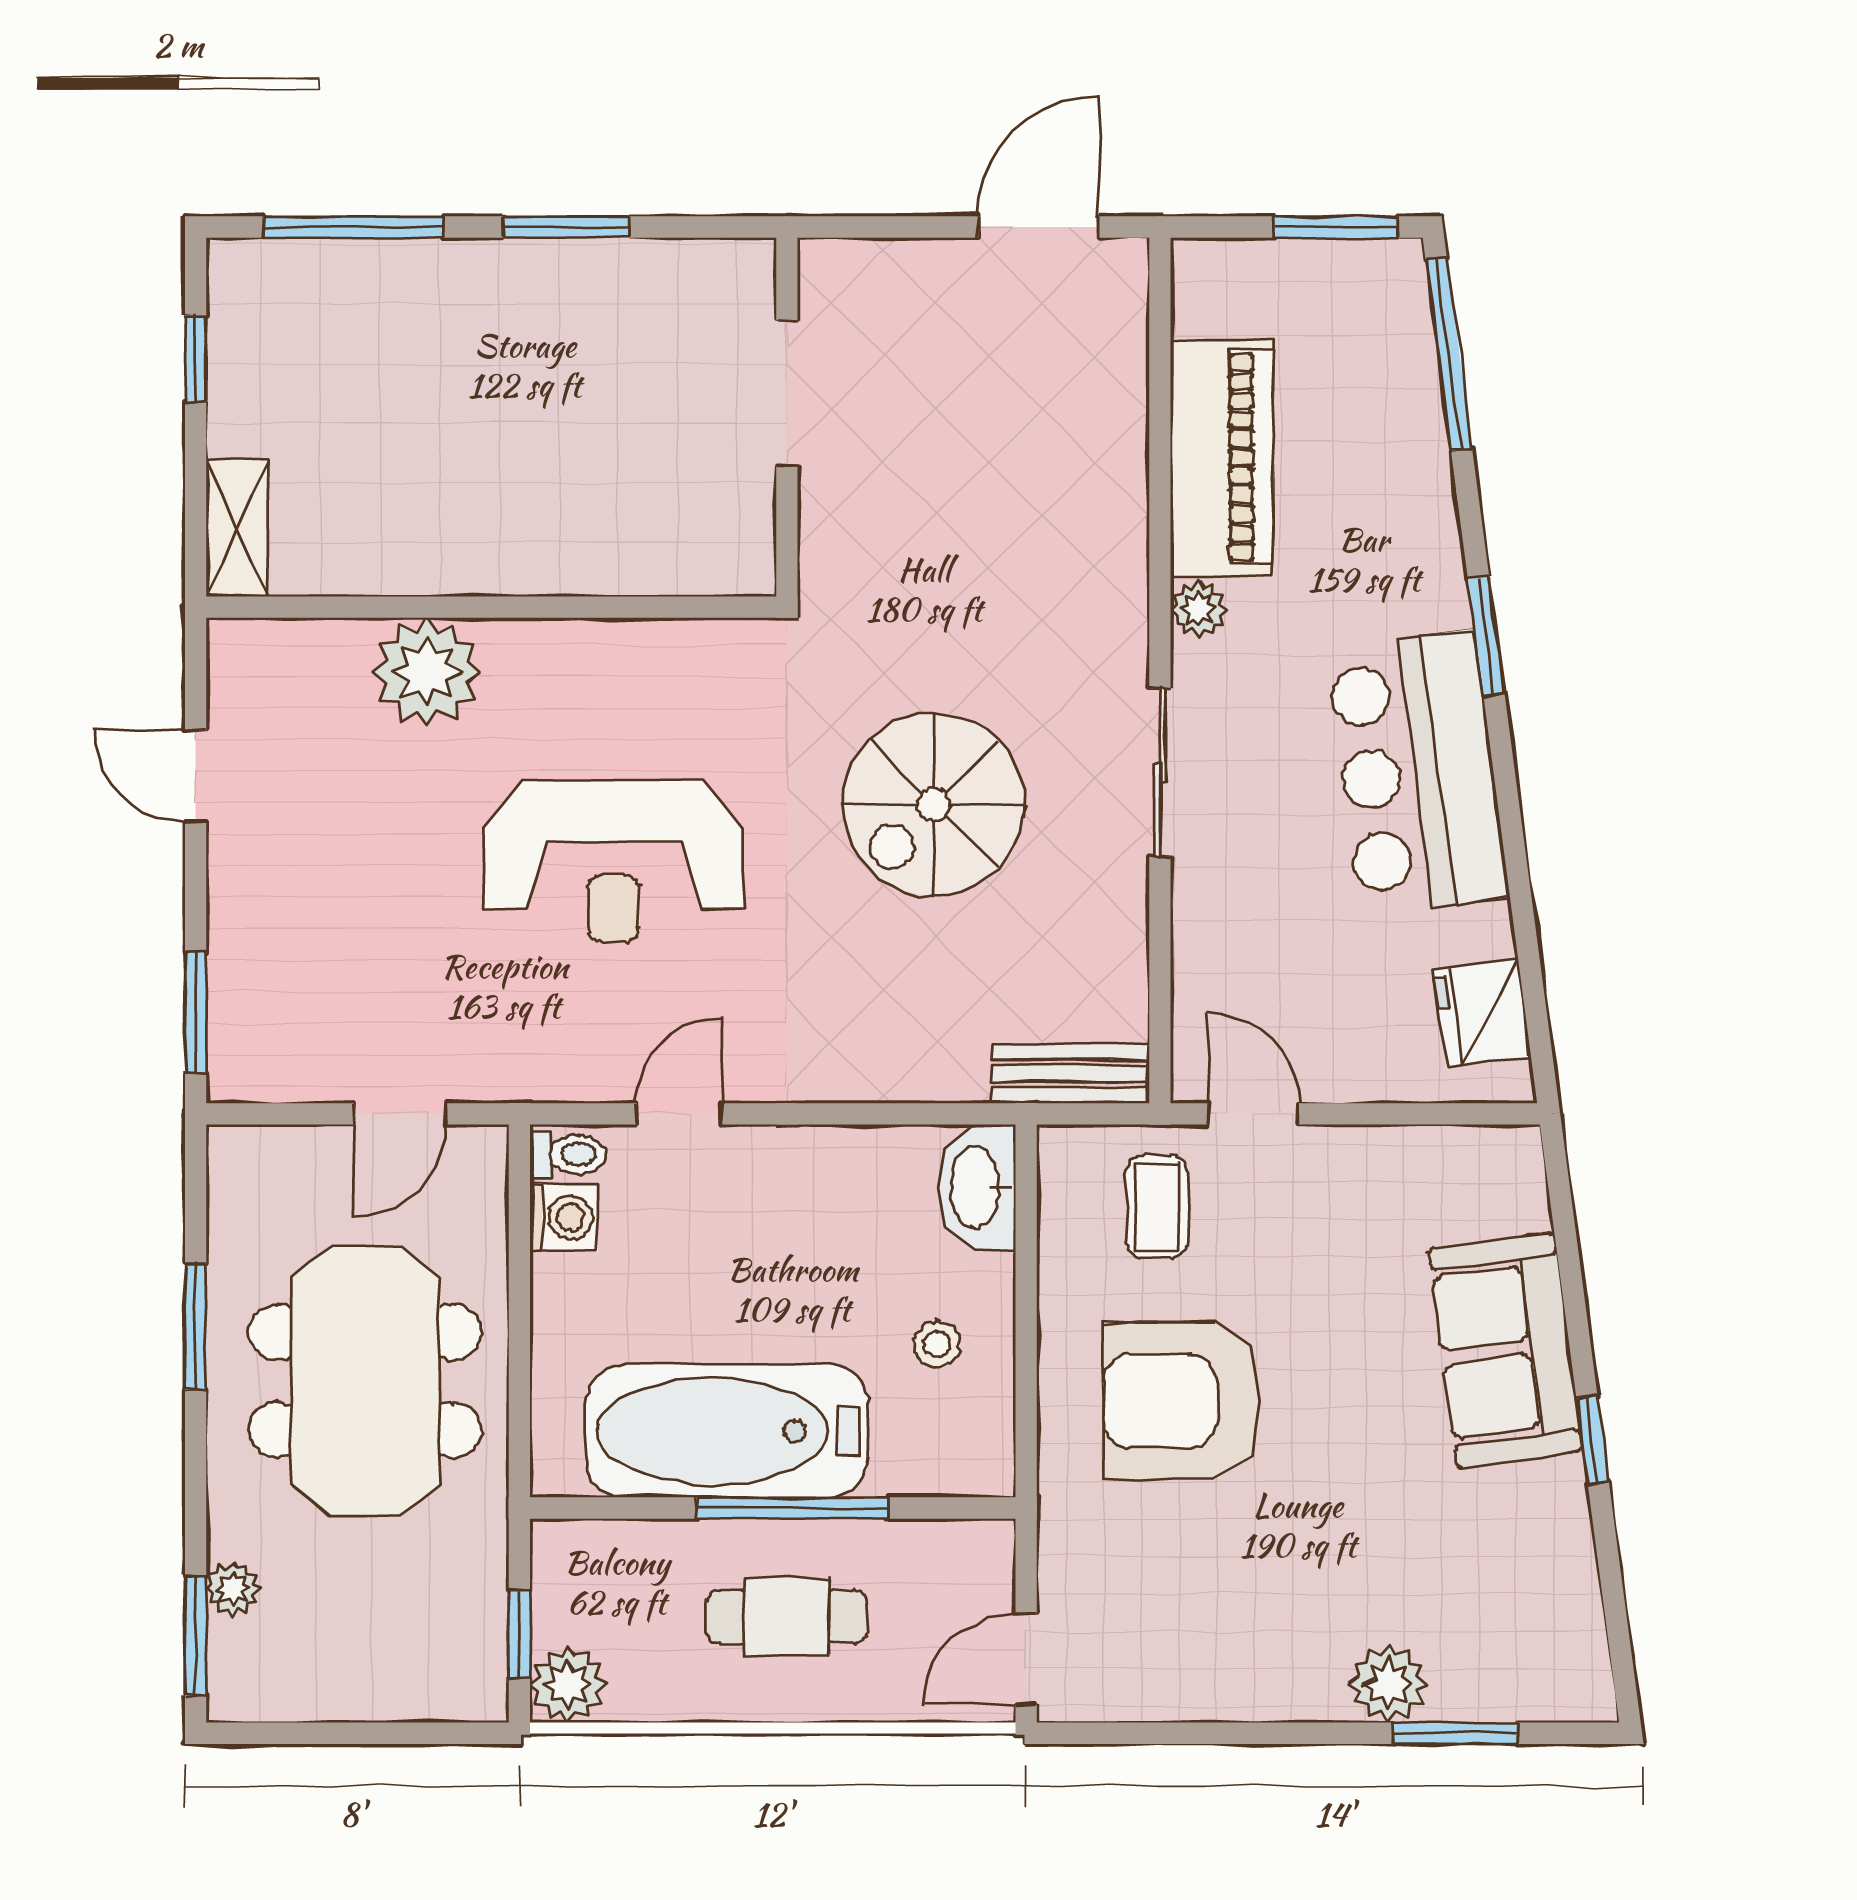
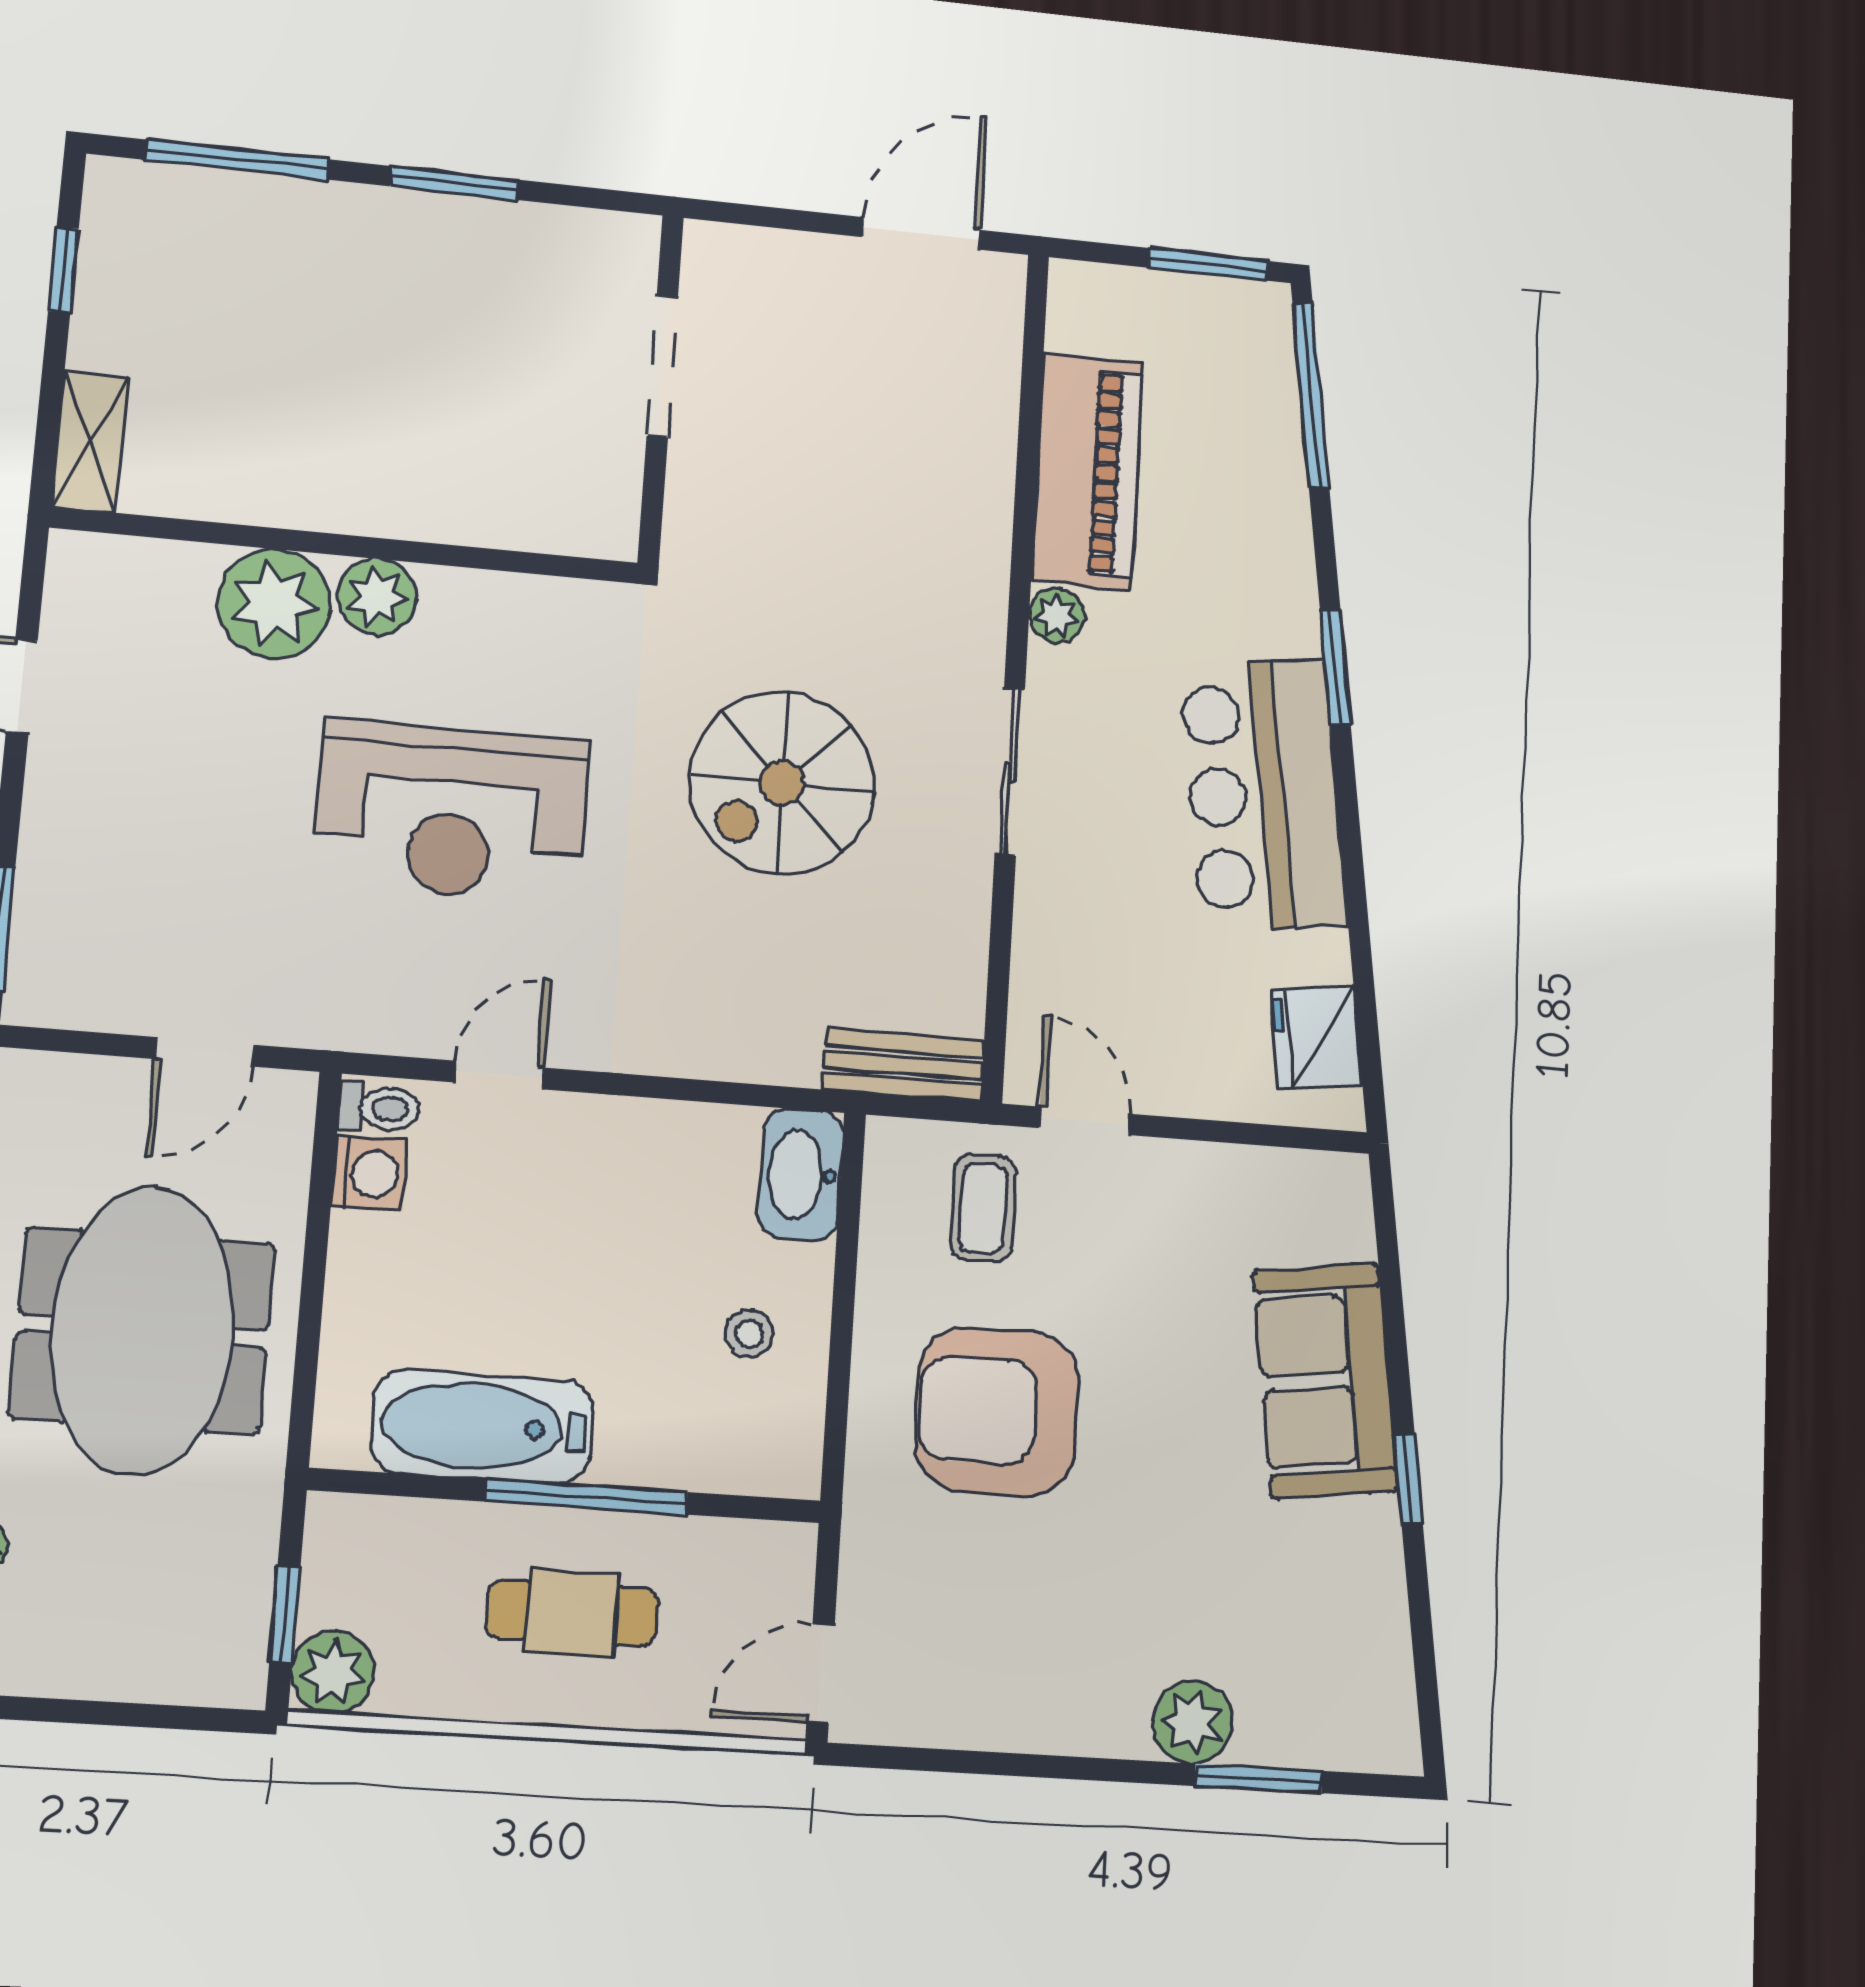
plant: (525, 656) -> (377, 597), added
bathtub: (727, 1431) -> (482, 1426), width x0.73, depth x0.73

